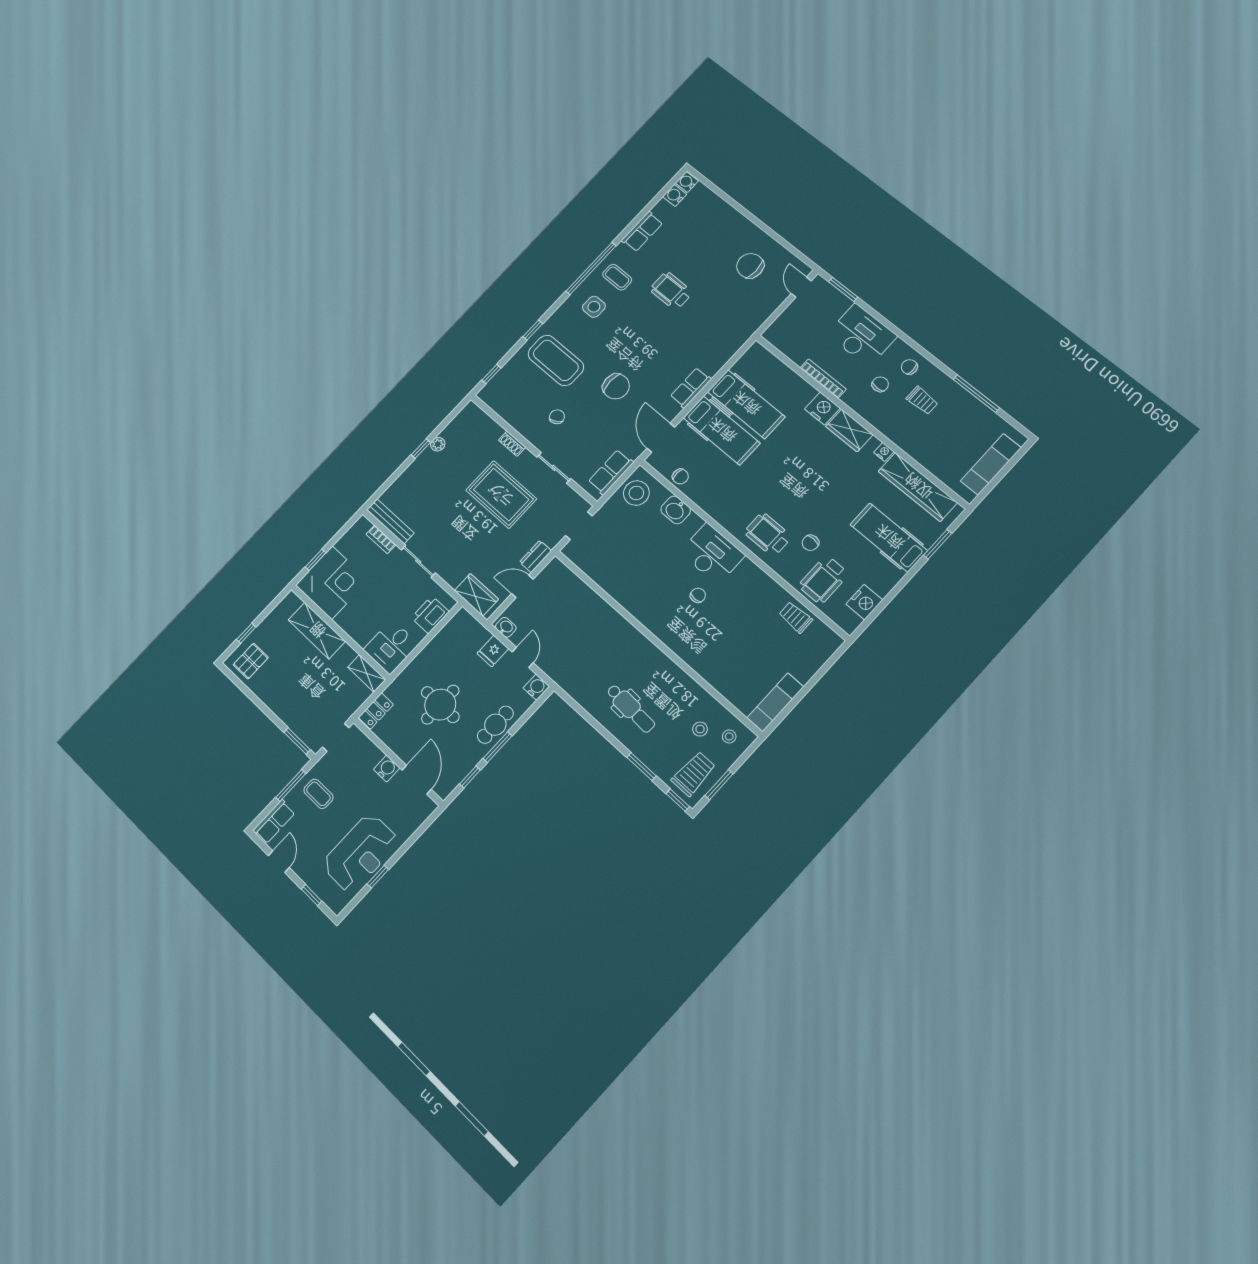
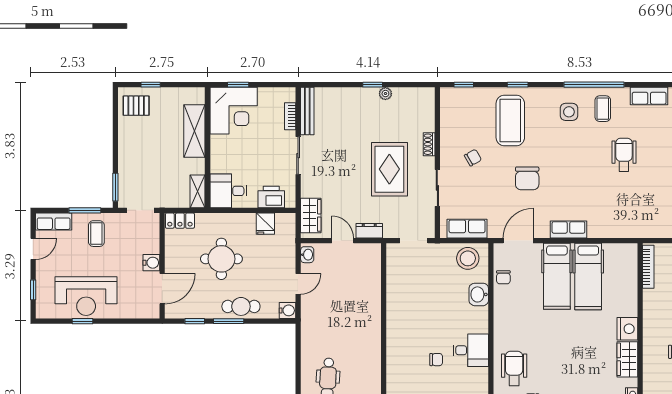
bookcase: (823, 378) -> (648, 267), moved
desk: (712, 554) -> (471, 350), width x0.73
fridge: (493, 651) -> (265, 224), moved, turned -90

